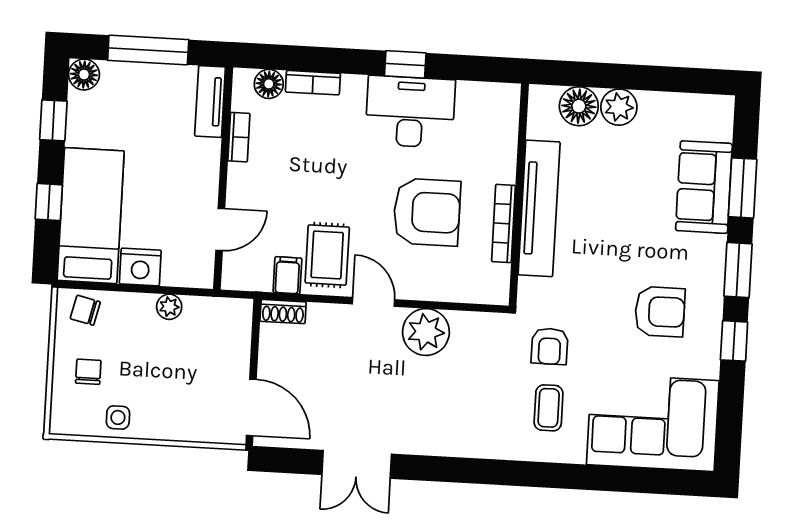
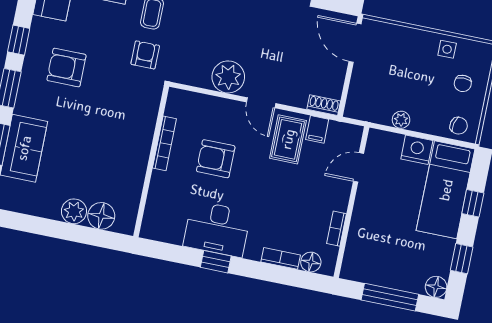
tv unit: (210, 101) -> (353, 256), removed
tv unit: (539, 208) -> (139, 150), removed
armchair: (427, 212) -> (216, 159), width x0.73, depth x0.73

